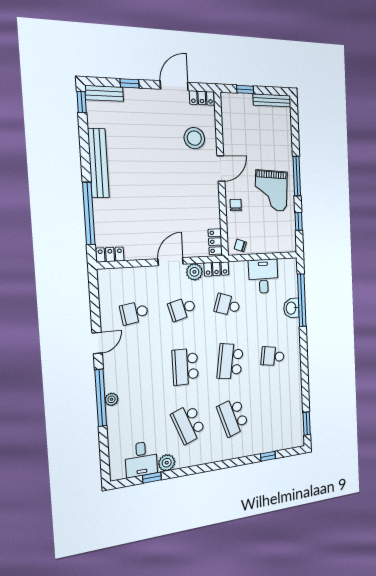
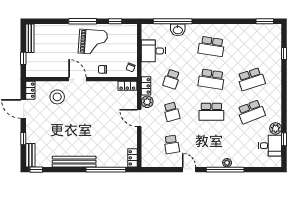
school desk: (273, 356) -> (211, 46), width x1.85

